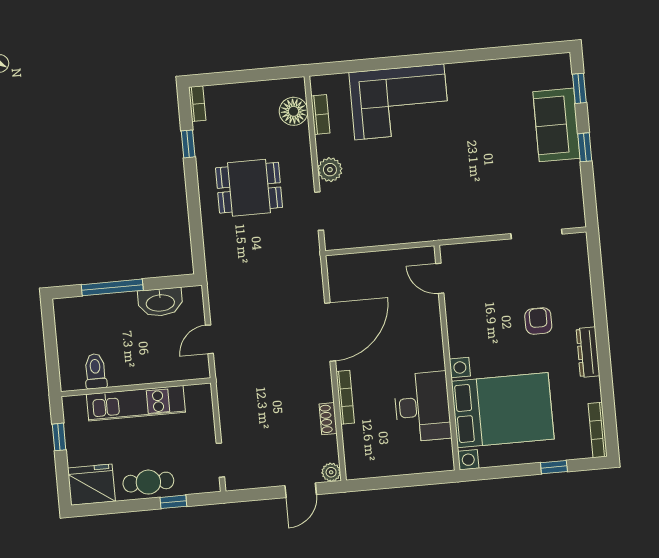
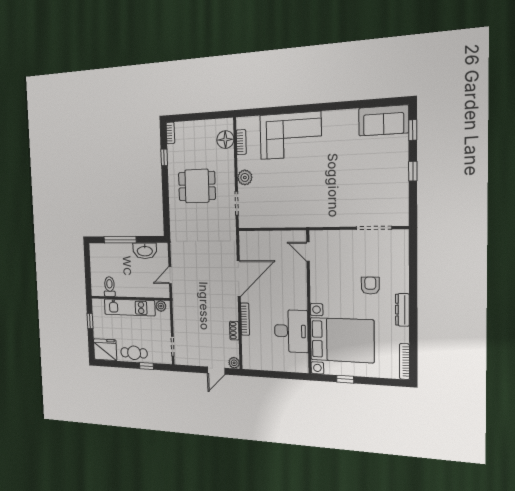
sofa: (556, 125) -> (384, 120), moved, turned -90
plant: (195, 394) -> (161, 306), added
window: (554, 467) -> (345, 379), moved

